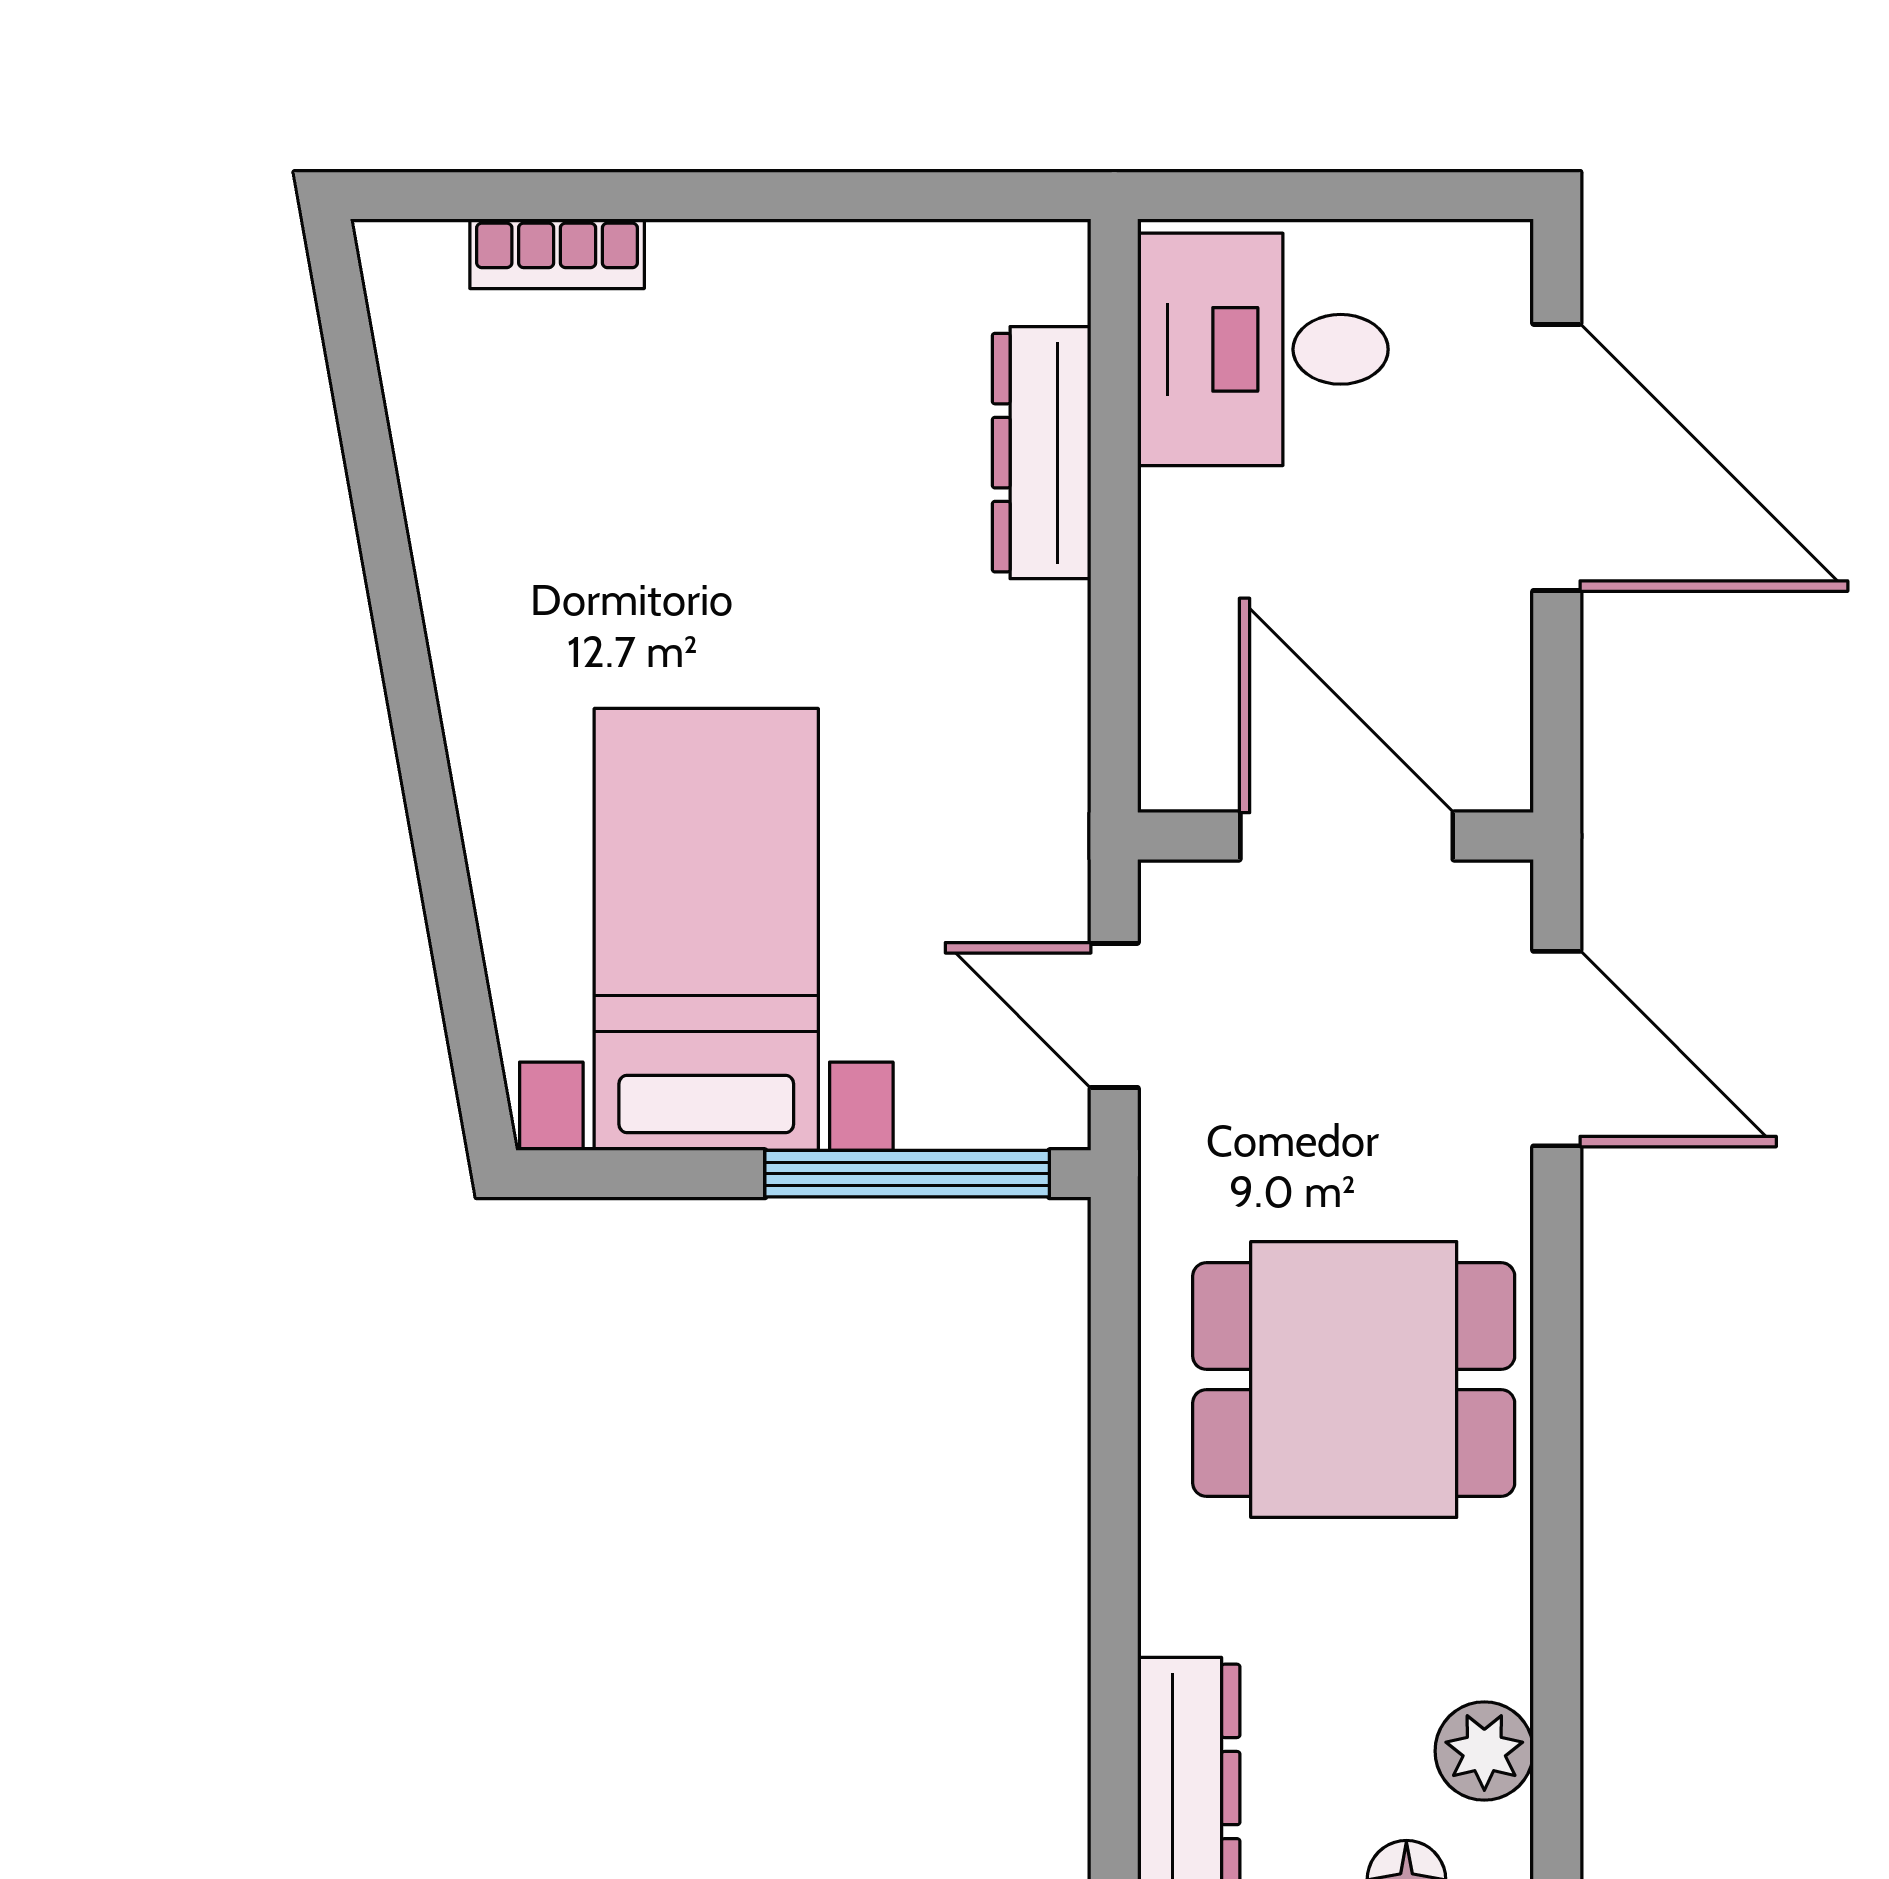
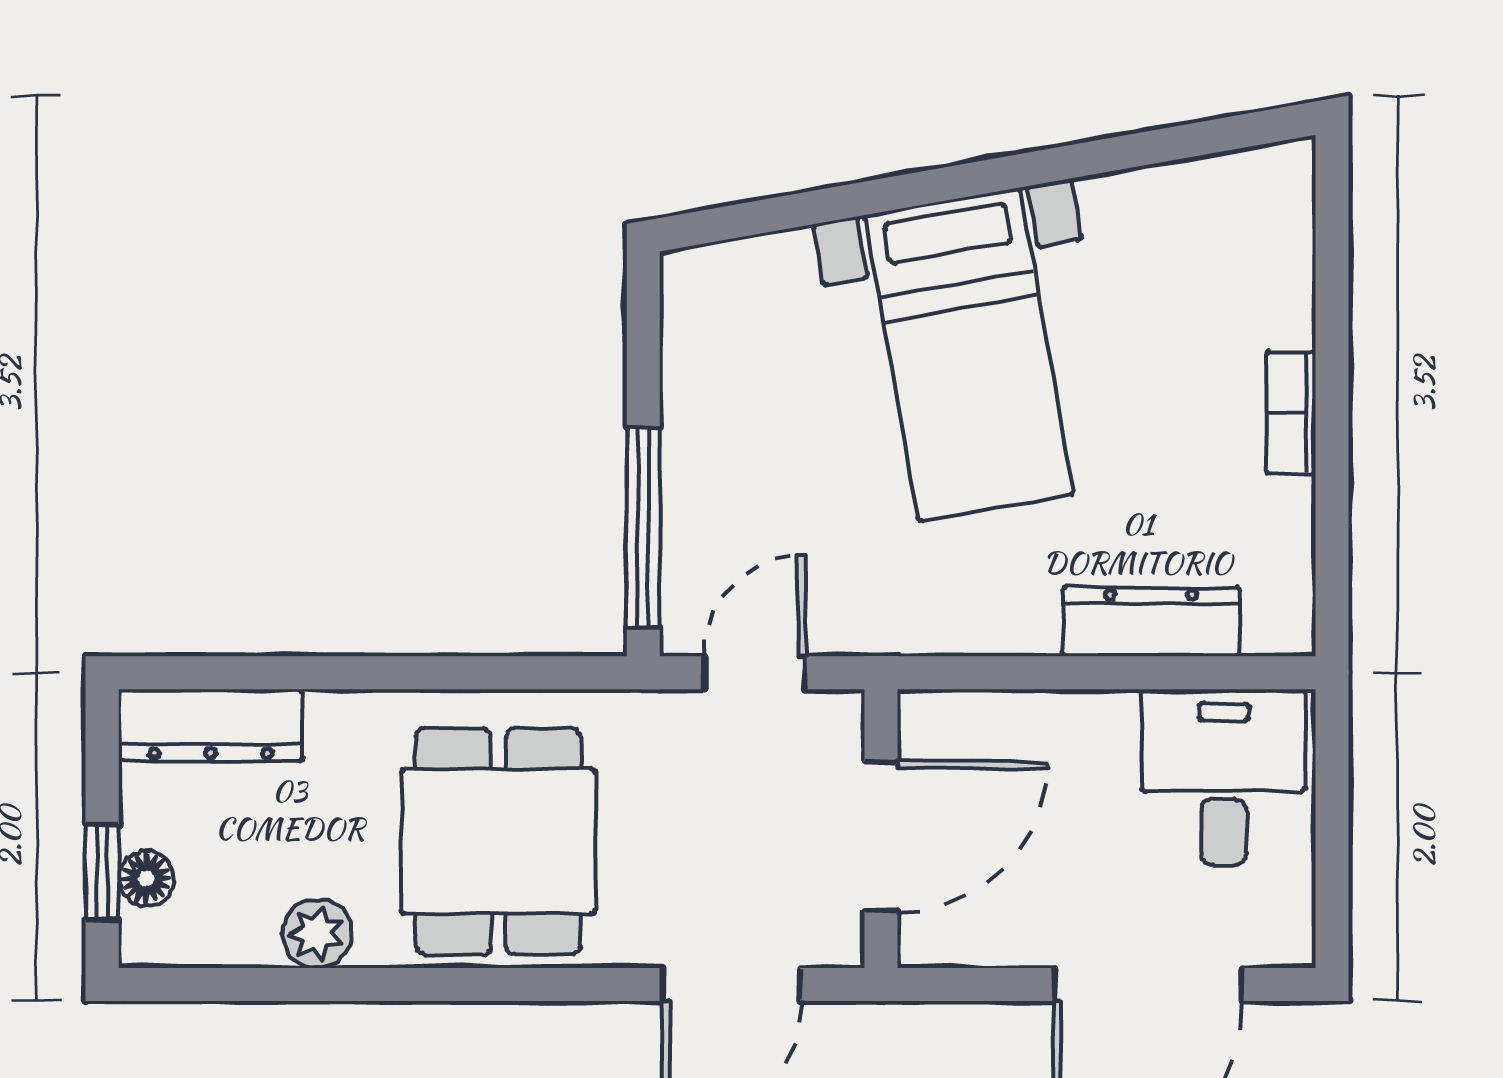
bookcase: (557, 254) -> (1291, 412), moved
bed with nightstands: (706, 929) -> (969, 354), moved, turned 80
plant: (1484, 1751) -> (317, 933), moved

